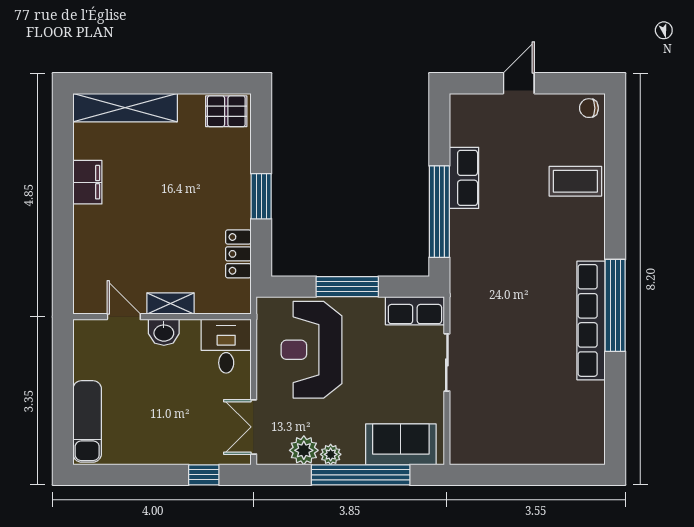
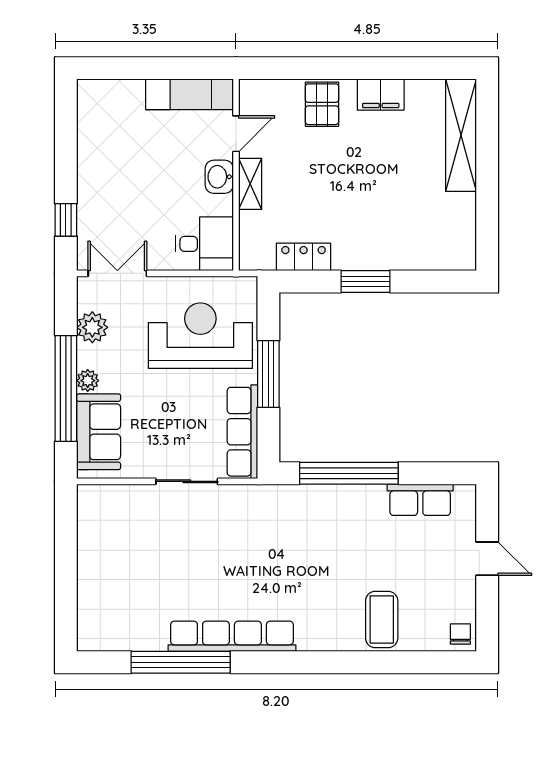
pallet: (226, 111) -> (322, 104), moved
row of seats: (464, 178) -> (420, 500), moved
window: (615, 305) -> (181, 662), moved
row of seats: (415, 311) -> (242, 432), width x1.48
exam couch: (87, 421) -> (189, 94), moved
plant: (331, 454) -> (88, 381), moved

